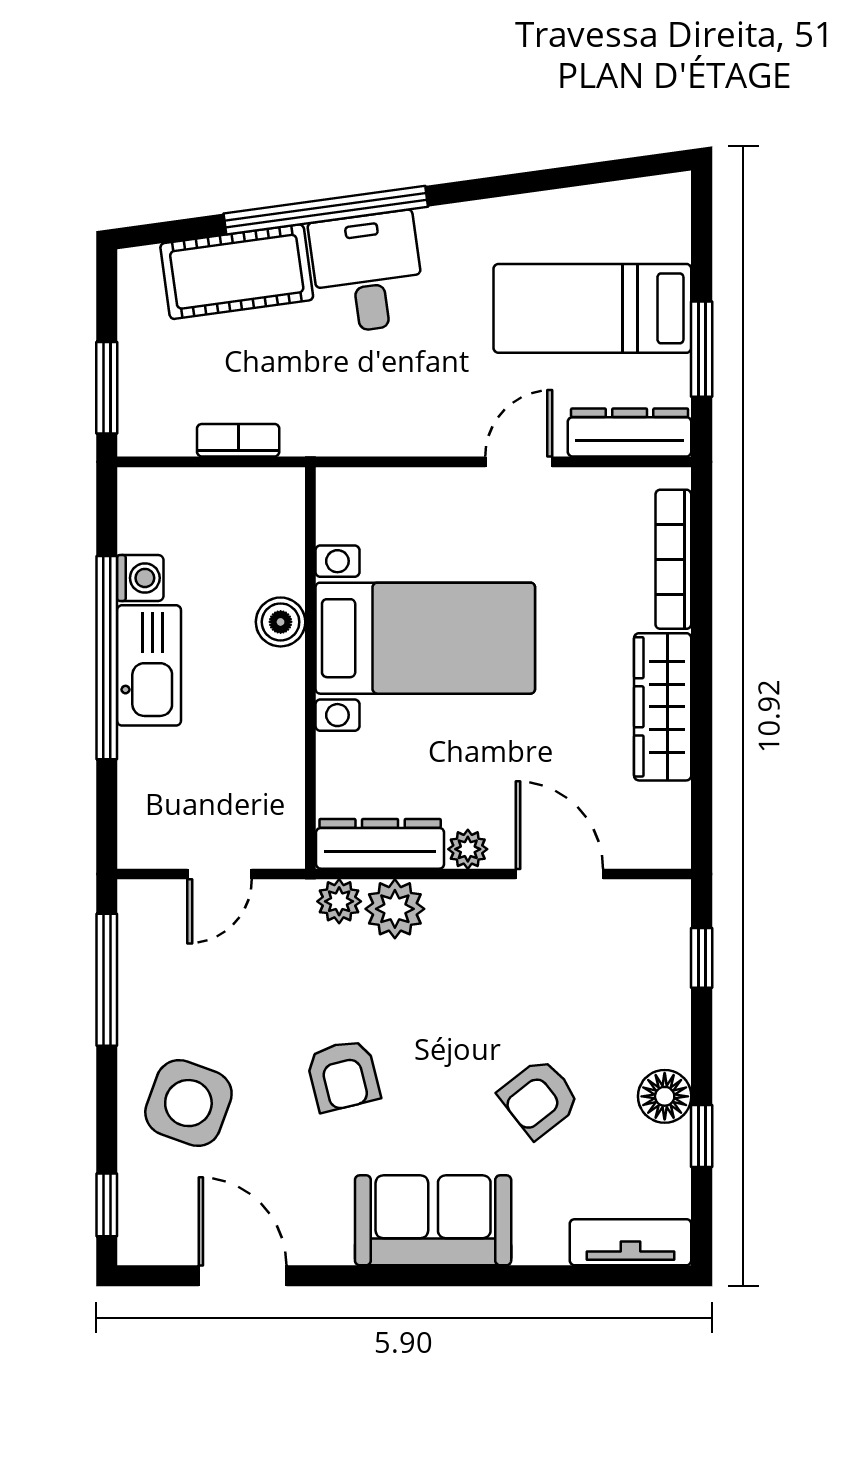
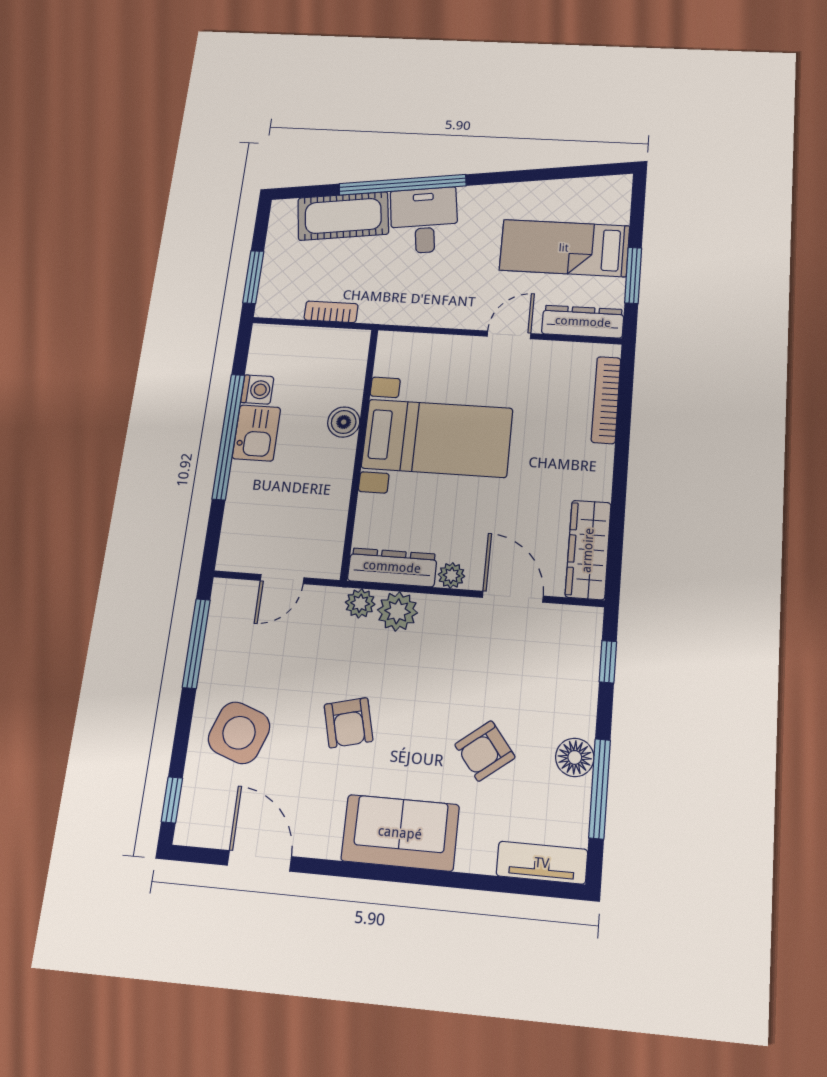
kitchen sink: (149, 665) -> (256, 433), width x0.73
wardrobe: (663, 707) -> (588, 550), moved
window: (702, 1136) -> (600, 789), width x2.17

